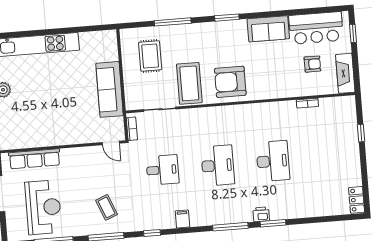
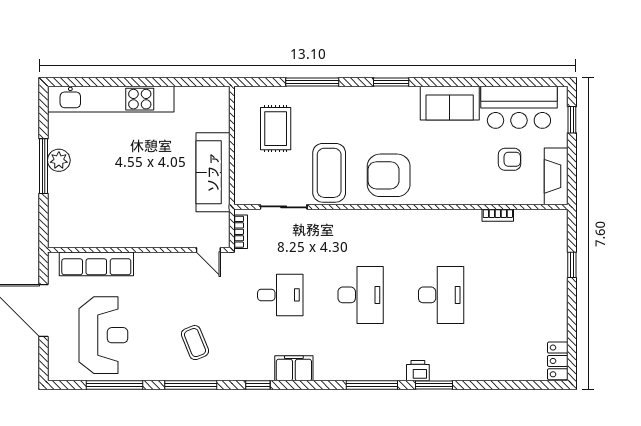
filing cabinet: (182, 219) -> (294, 368), width x2.00

